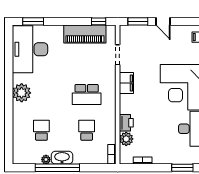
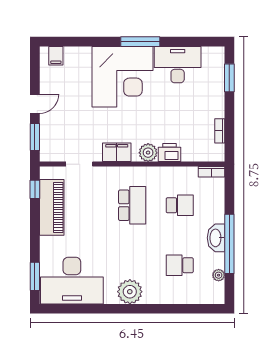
school desk: (87, 130) -> (180, 205), turned 180
plant: (126, 139) -> (148, 153), moved
plant: (46, 160) -> (219, 275), moved

